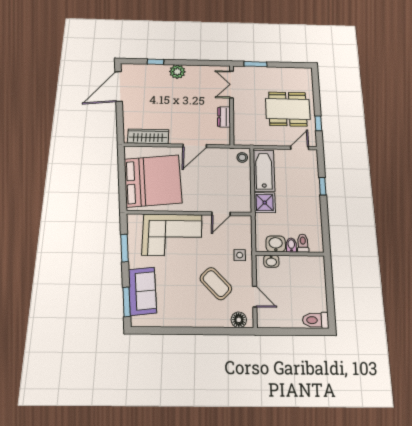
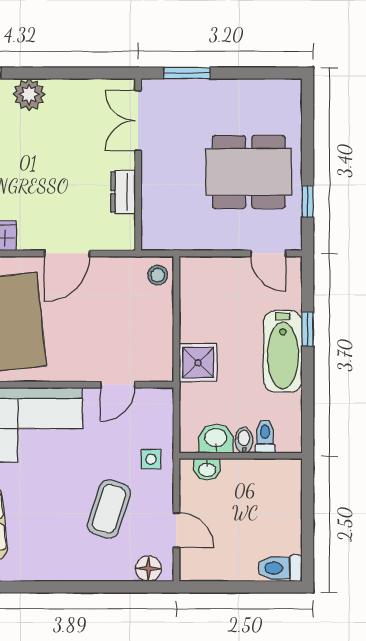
door: (300, 148) -> (268, 253), swing flipped
bathtub: (264, 171) -> (283, 351), moved, turned 180
coffee table: (216, 284) -> (109, 509), turned 63

